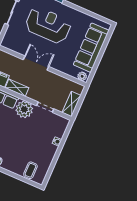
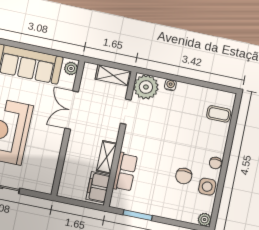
double door: (36, 63) -> (72, 110), moved
plant: (24, 109) -> (146, 87), moved

